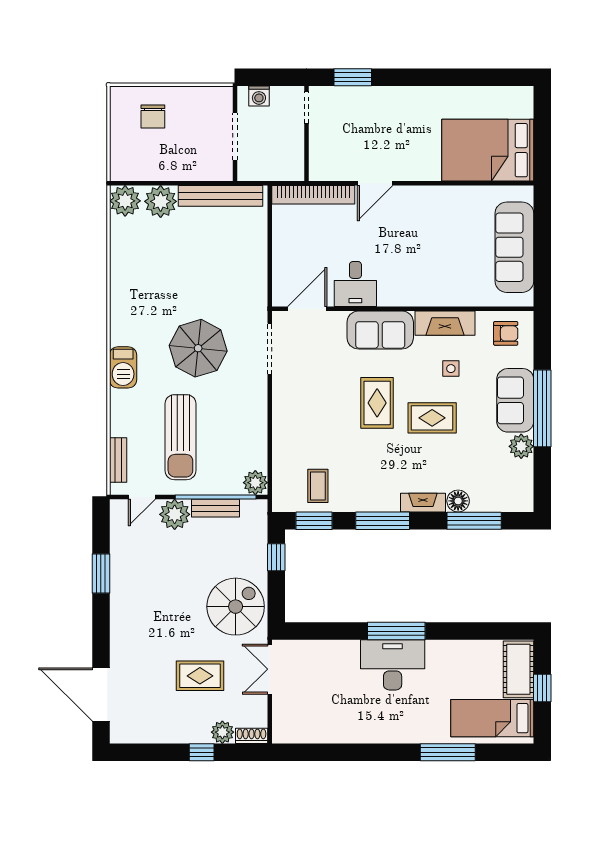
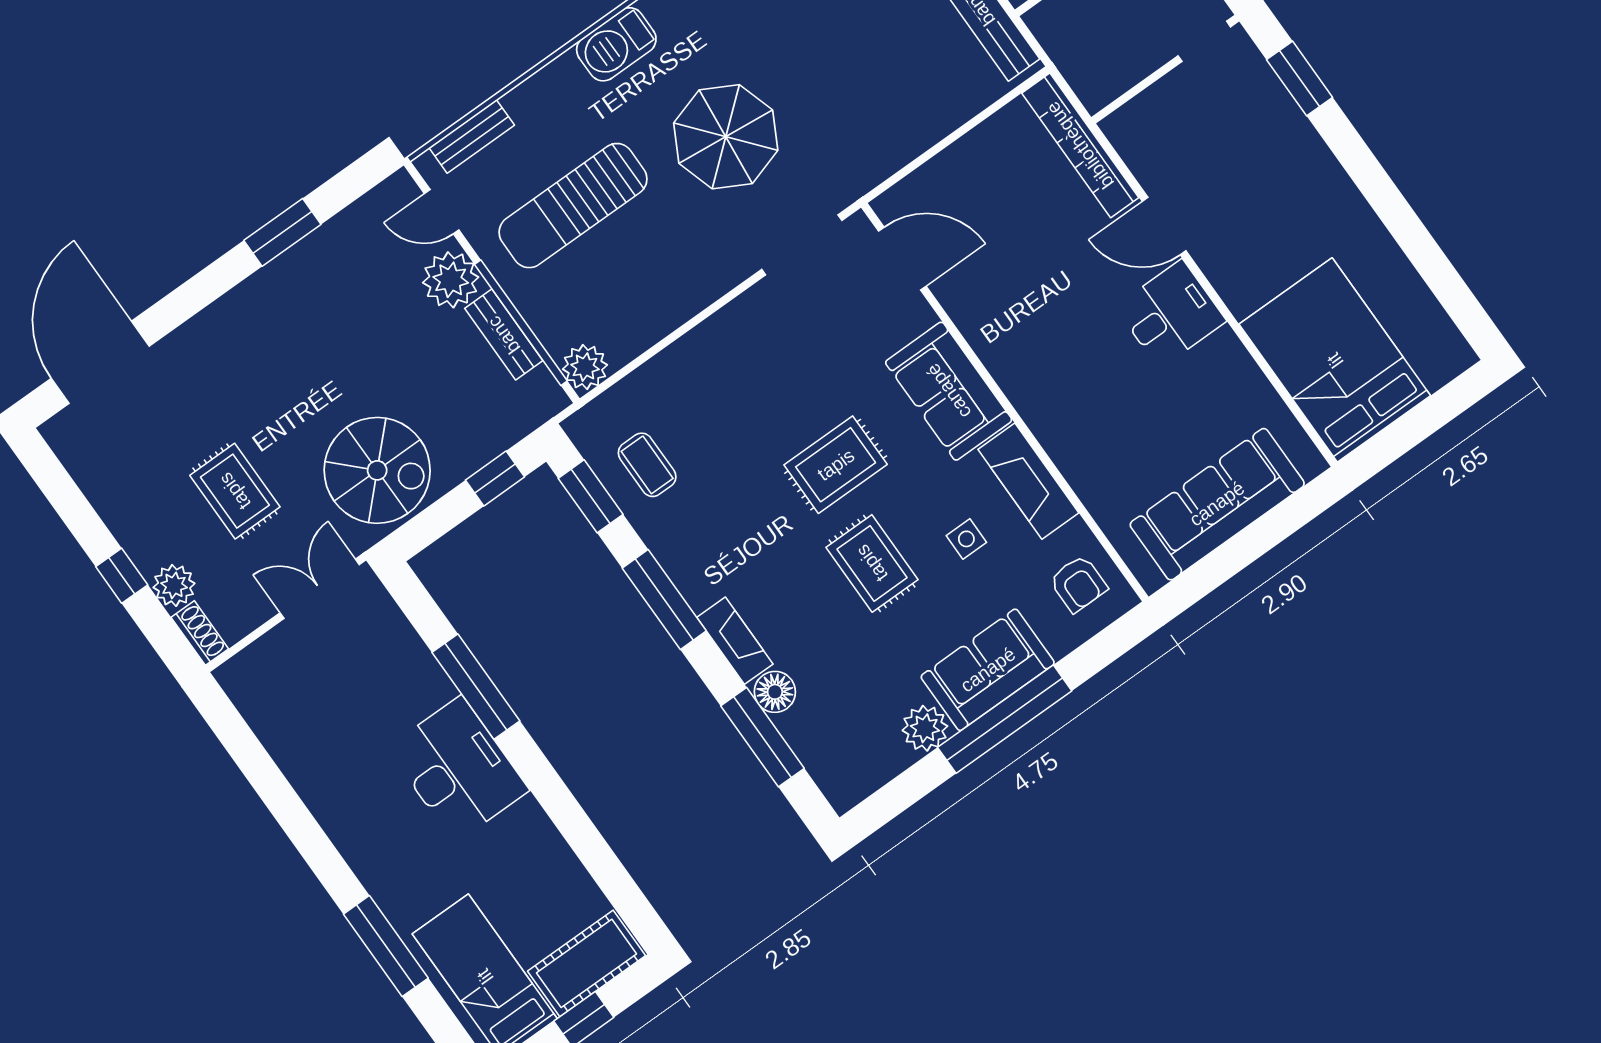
desk: (355, 284) -> (1171, 314), moved, turned 180
coffee table: (318, 486) -> (647, 465), turned 90
window: (396, 631) -> (476, 687), moved

